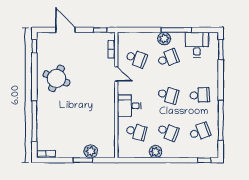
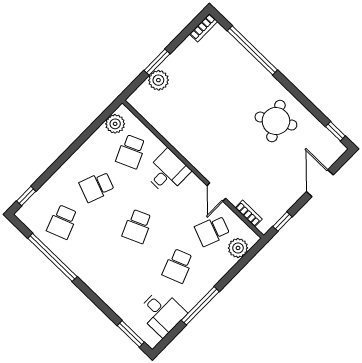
door: (65, 30) -> (320, 183), swing flipped
plant: (164, 39) -> (238, 248), moved
door: (116, 74) -> (216, 192), hinge flipped
round table: (56, 78) -> (276, 121), turned 37
school desk: (168, 95) -> (137, 226), turned -39
school desk: (200, 95) -> (103, 261), removed
school desk: (136, 132) -> (131, 152), turned -39
plant: (156, 152) -> (115, 124), moved

